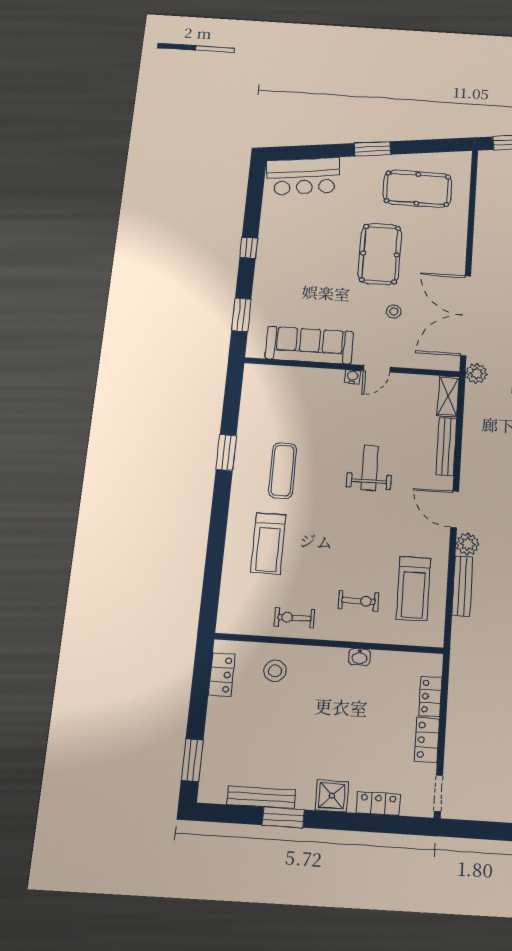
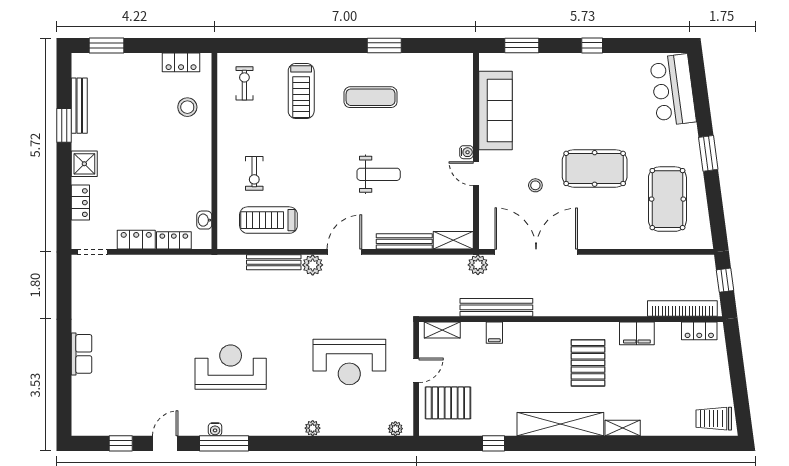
treadmill: (268, 544) -> (301, 91), turned -90
exercise bike: (294, 618) -> (244, 83), moved
washbasin: (359, 657) -> (204, 220), moved

